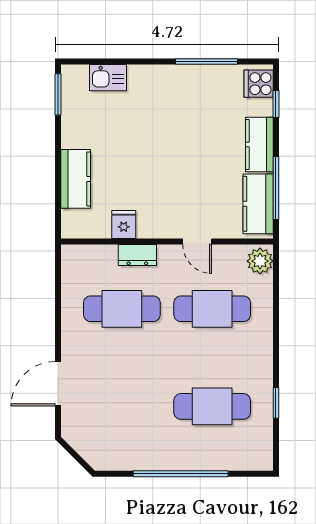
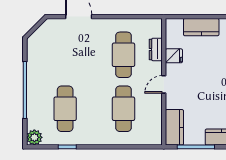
kitchen counter: (258, 204) -> (174, 127), moved, turned 90
door: (197, 242) -> (164, 84), moved
dresser: (137, 255) -> (156, 49), moved
plant: (260, 261) -> (34, 137), moved

